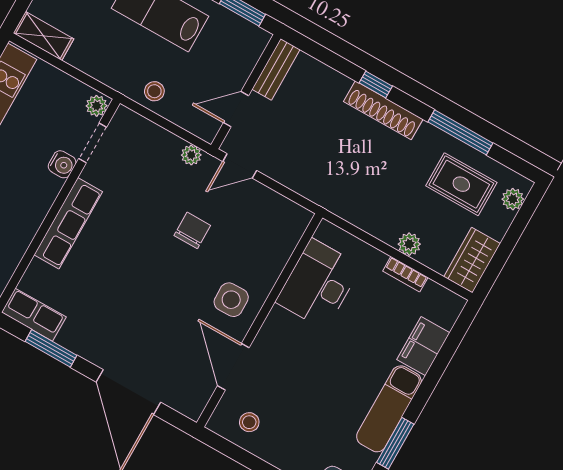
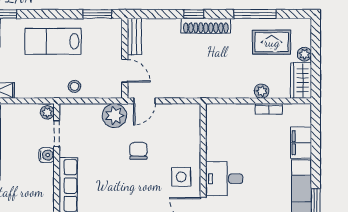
door: (236, 109) -> (125, 71), swing flipped
plant: (191, 155) -> (114, 116), width x1.88, depth x1.88
plant: (513, 199) -> (304, 54), moved
desk: (318, 284) -> (224, 179), moved, width x0.73

